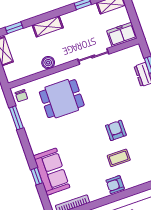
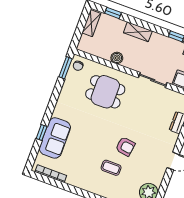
window: (16, 118) -> (66, 68), moved
armchair: (116, 130) -> (125, 146), turned 98
armchair: (115, 185) -> (93, 185), removed

